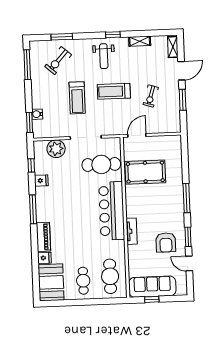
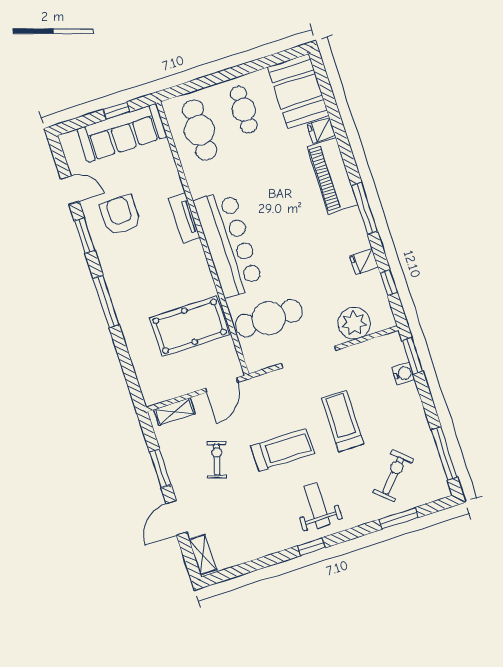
shelving: (140, 41) -> (174, 412), moved
piano: (43, 237) -> (332, 176), width x1.37, depth x1.33

